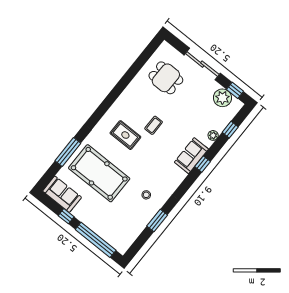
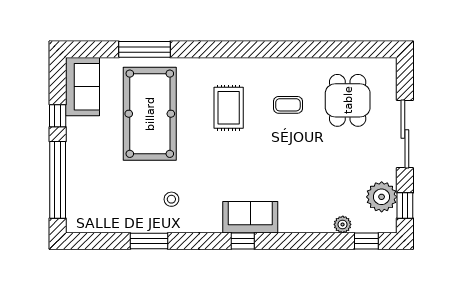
coffee table: (154, 125) -> (288, 105), moved
window: (230, 130) -> (366, 241), moved
plant: (213, 135) -> (343, 224), moved
sofa: (191, 156) -> (250, 217), moved
window: (203, 164) -> (243, 241), moved

